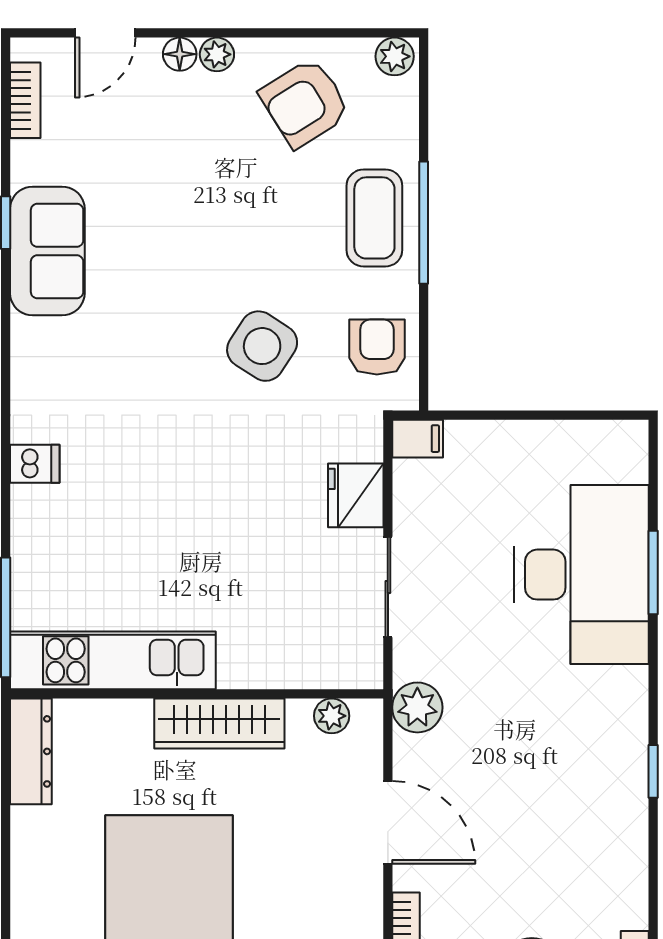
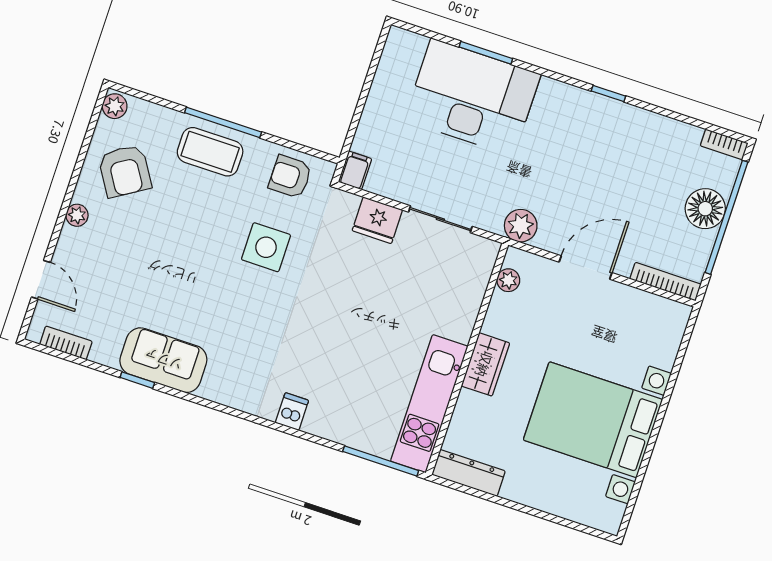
floor lamp: (180, 54) -> (69, 238), removed
side table: (262, 346) -> (266, 247), turned -33
wardrobe: (219, 723) -> (485, 364), width x0.67

